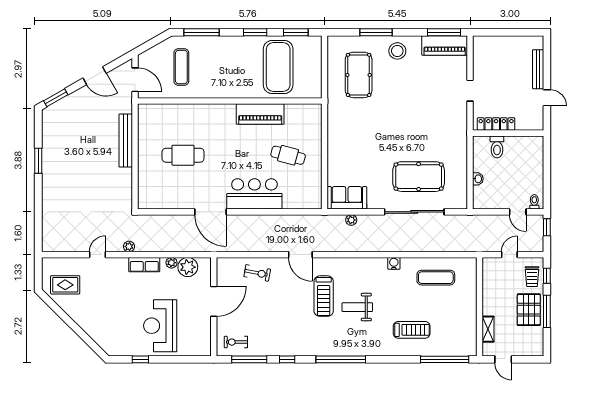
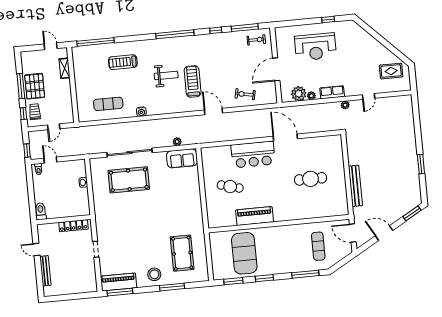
toilet: (497, 147) -> (41, 211), moved
reception desk: (160, 326) -> (315, 47), turned 90

